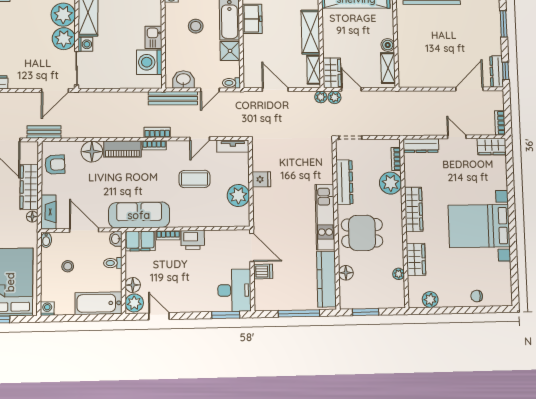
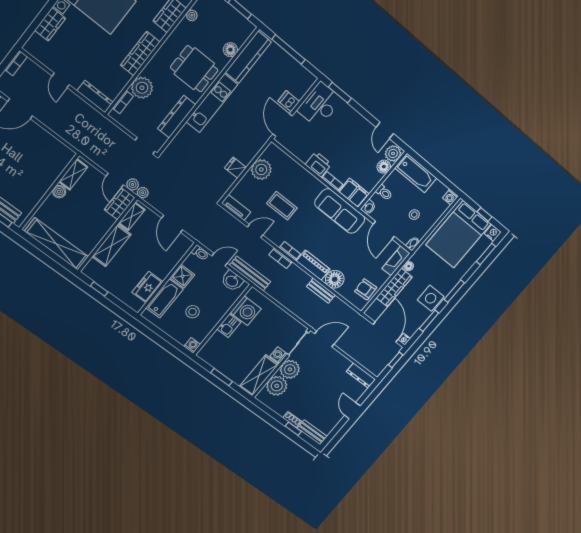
bench: (44, 132) -> (321, 291), moved
wardrobe: (492, 147) -> (50, 24), moved, turned 90

